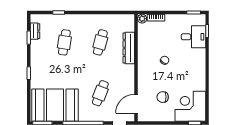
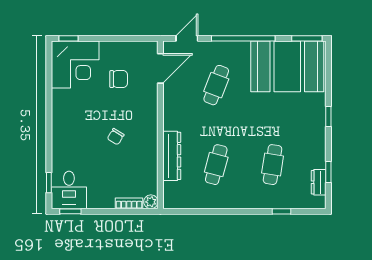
desk: (193, 37) -> (69, 190), moved, turned -90

